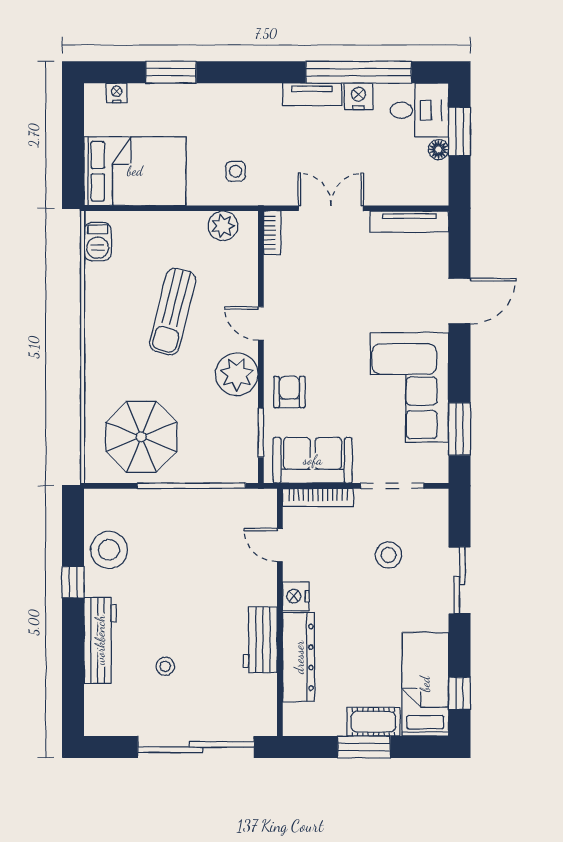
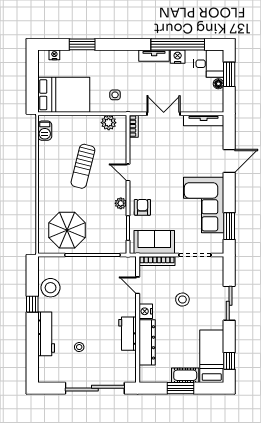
plant: (237, 374) -> (121, 203), width x0.53, depth x0.53
stool: (389, 555) -> (182, 299), moved

